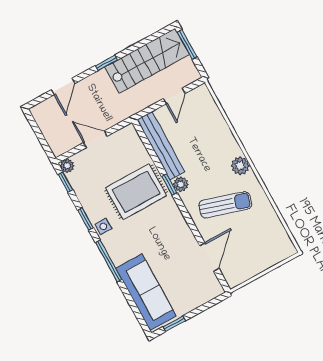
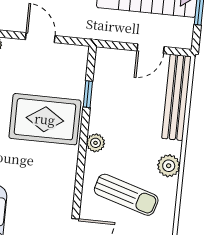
bench: (161, 146) -> (176, 97), moved
window: (169, 185) -> (88, 94), moved

